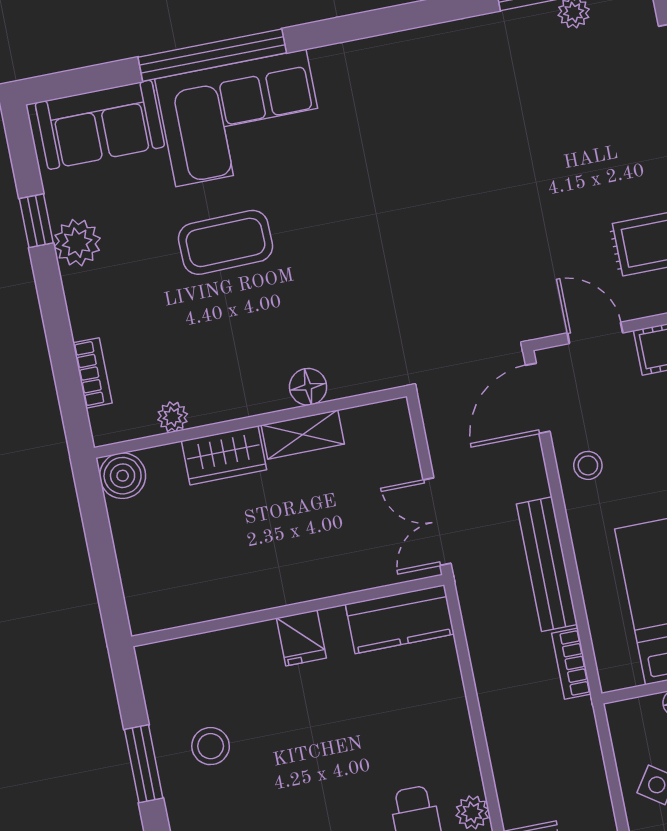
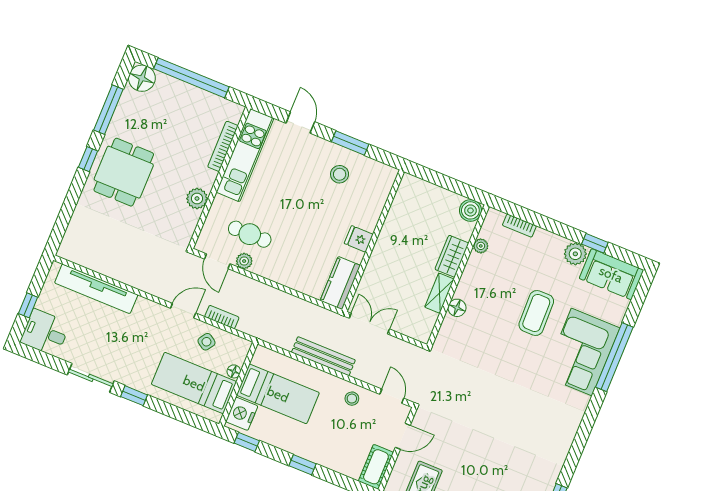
sofa: (100, 125) -> (611, 274), moved, turned -90
door: (538, 398) -> (392, 396), width x0.73
bookcase: (571, 664) -> (222, 317), moved

